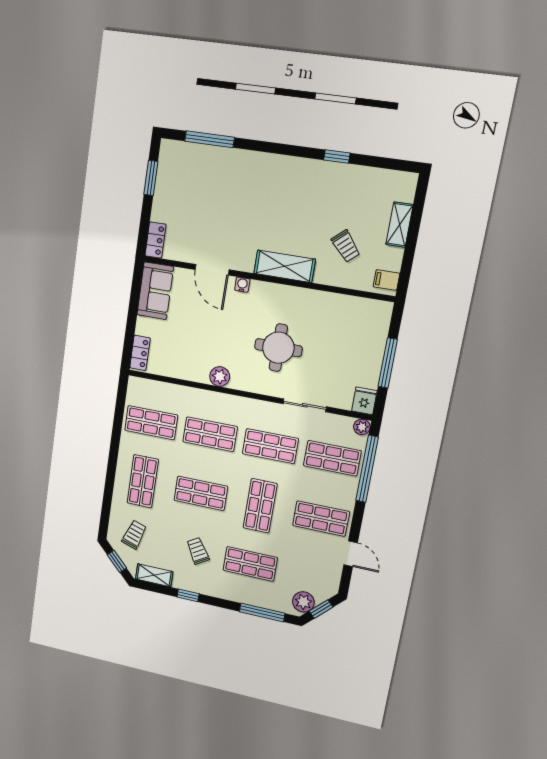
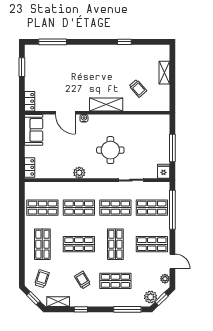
filing cabinet: (386, 280) -> (163, 103), removed
plant: (362, 427) -> (165, 279), moved

